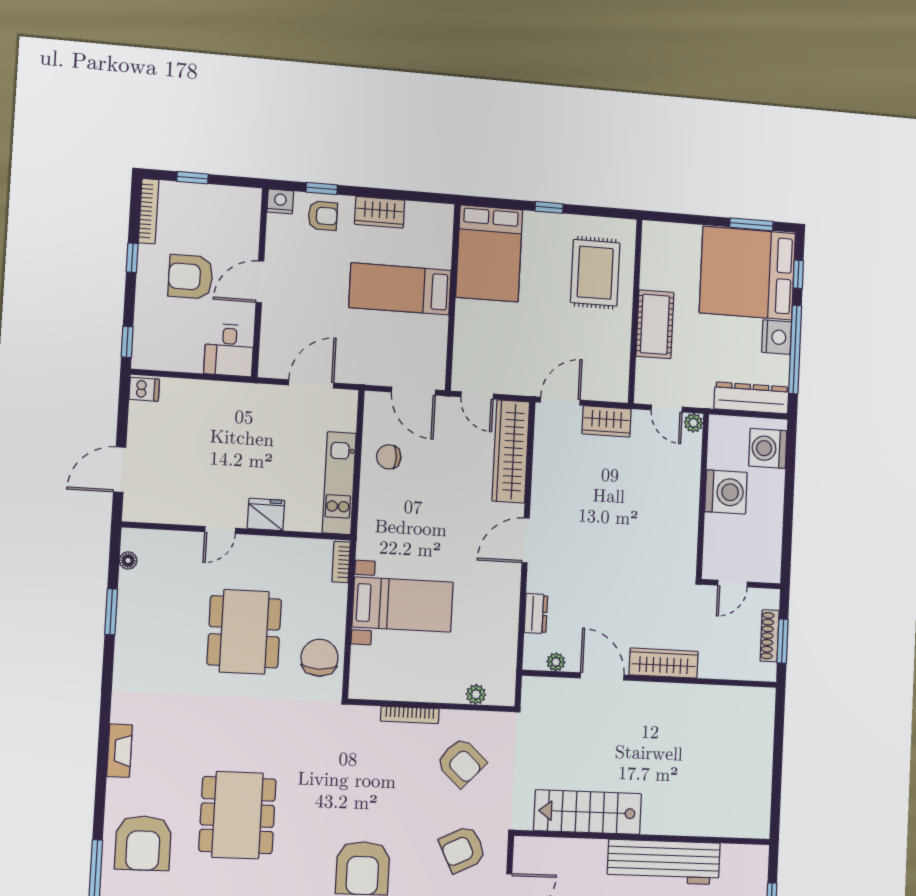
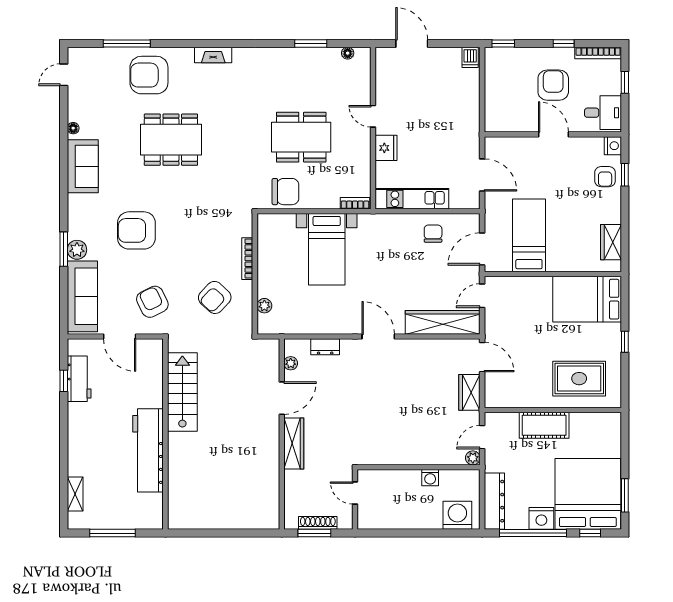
wardrobe: (380, 212) -> (611, 242), moved
bed: (400, 289) -> (529, 235), moved
desk: (229, 350) -> (603, 113), moved, turned 180
washing machine: (726, 492) -> (430, 478), width x0.53, depth x0.53

